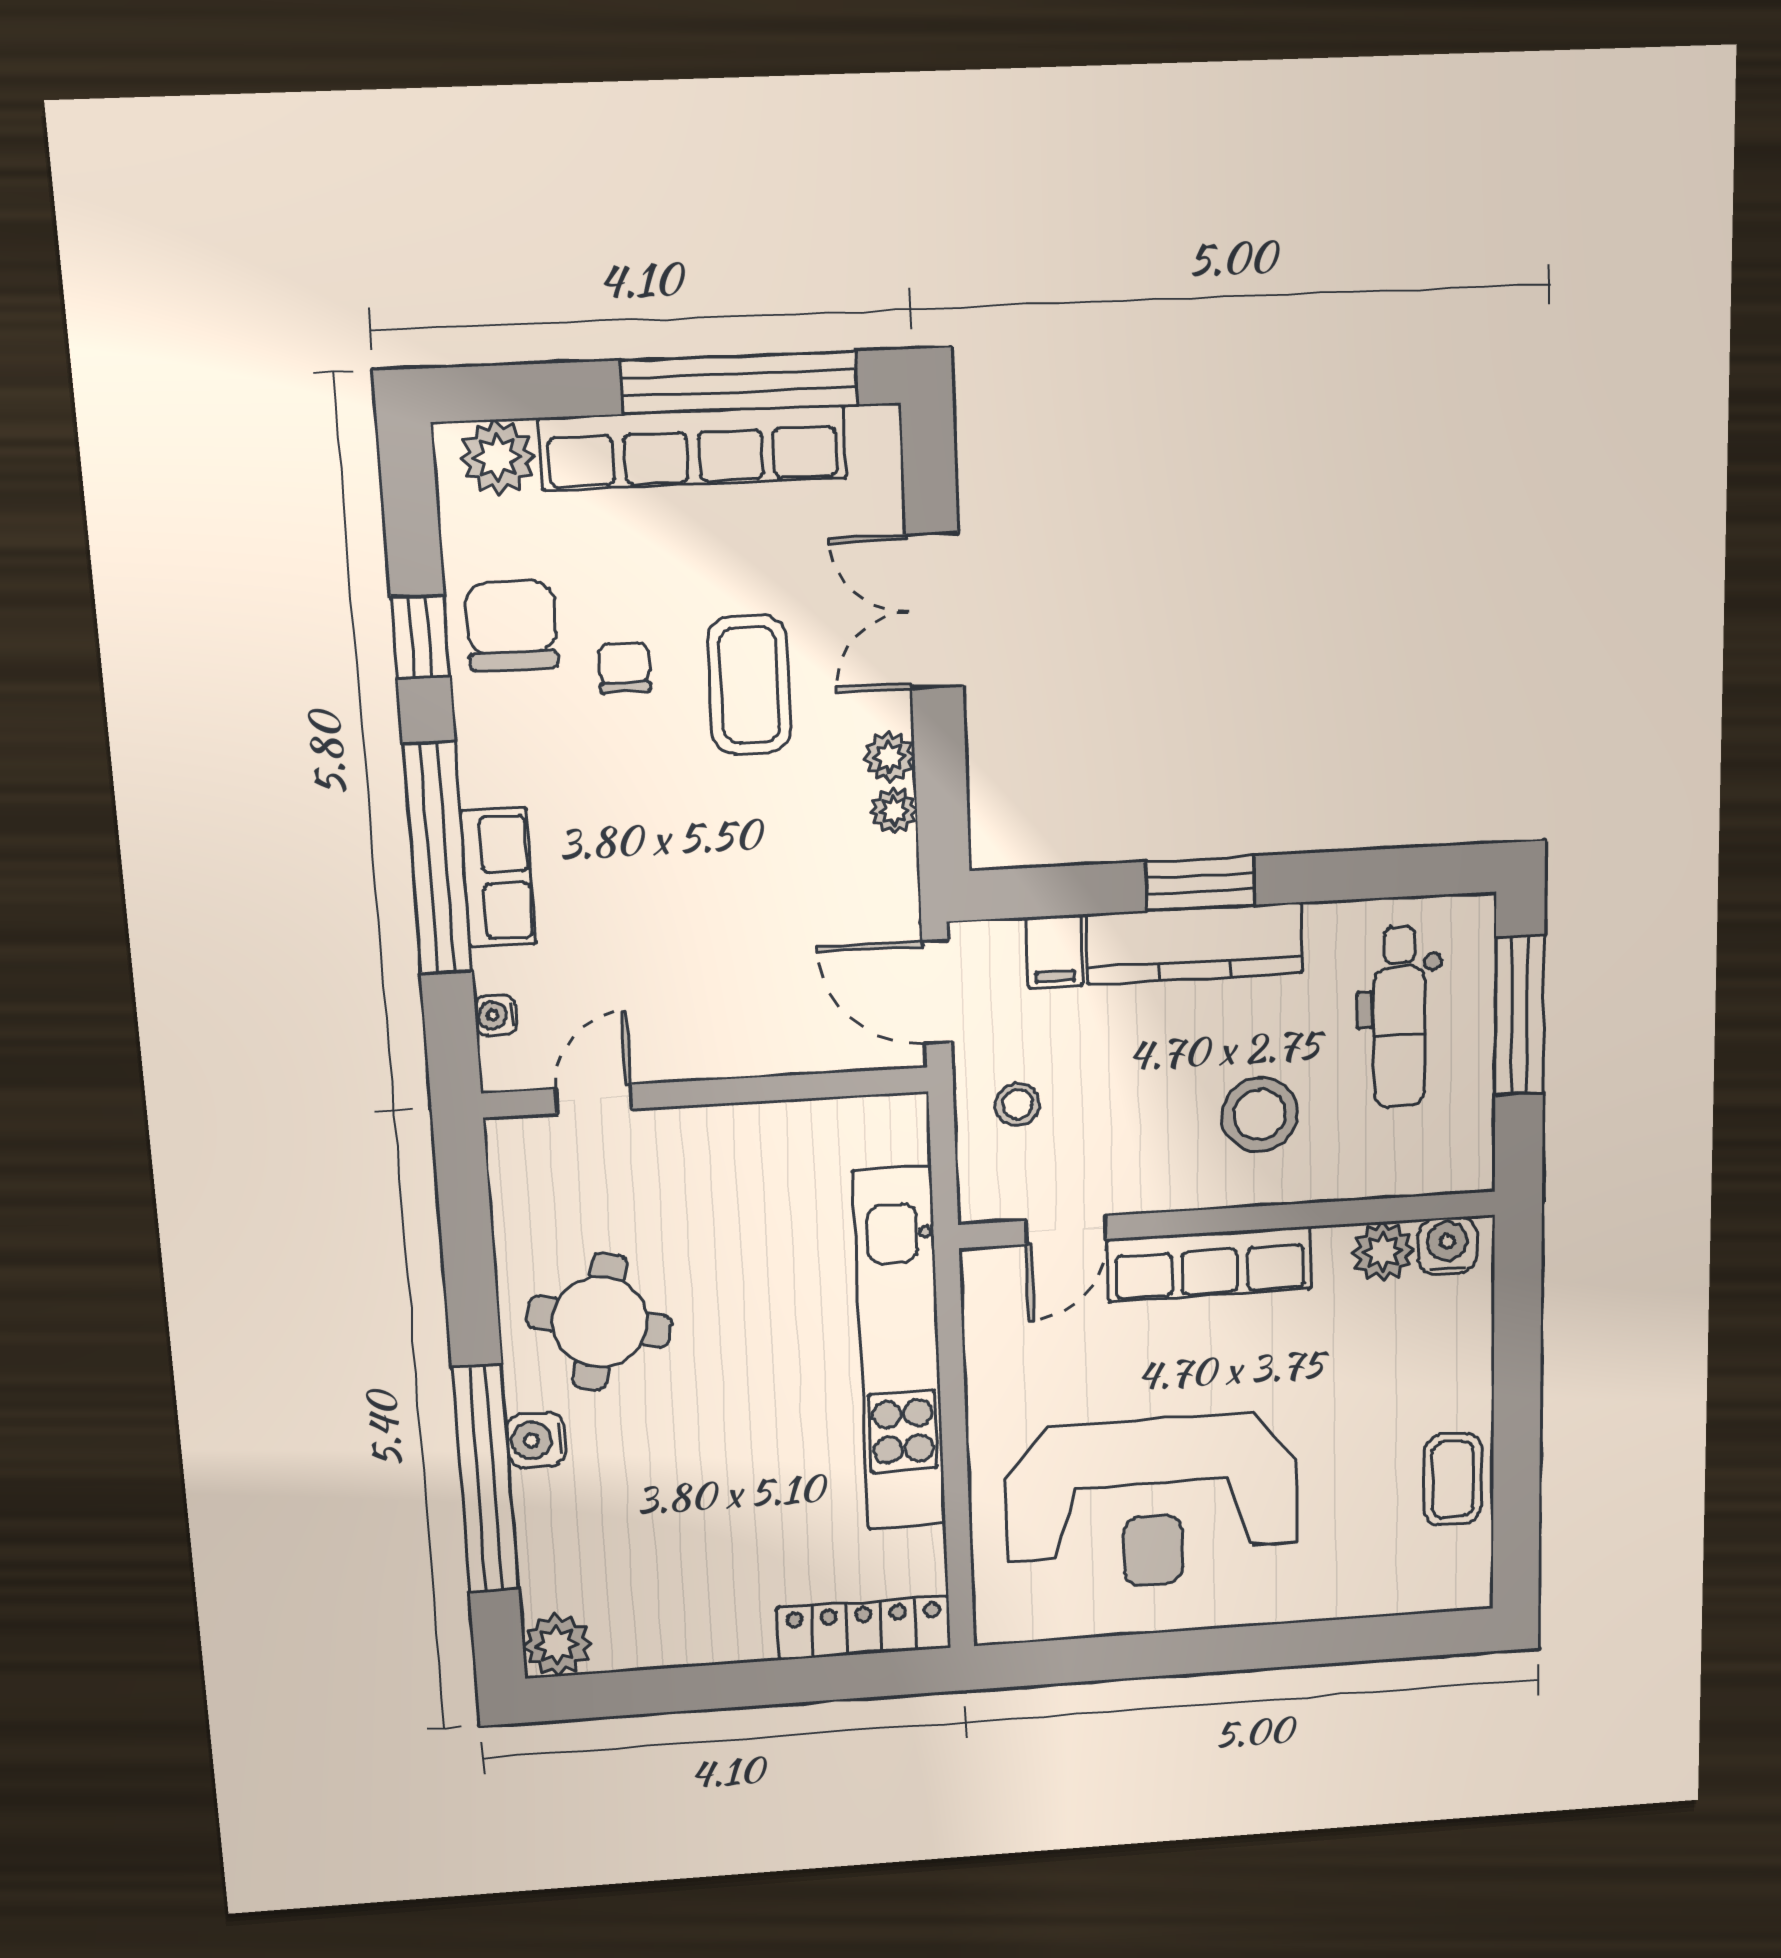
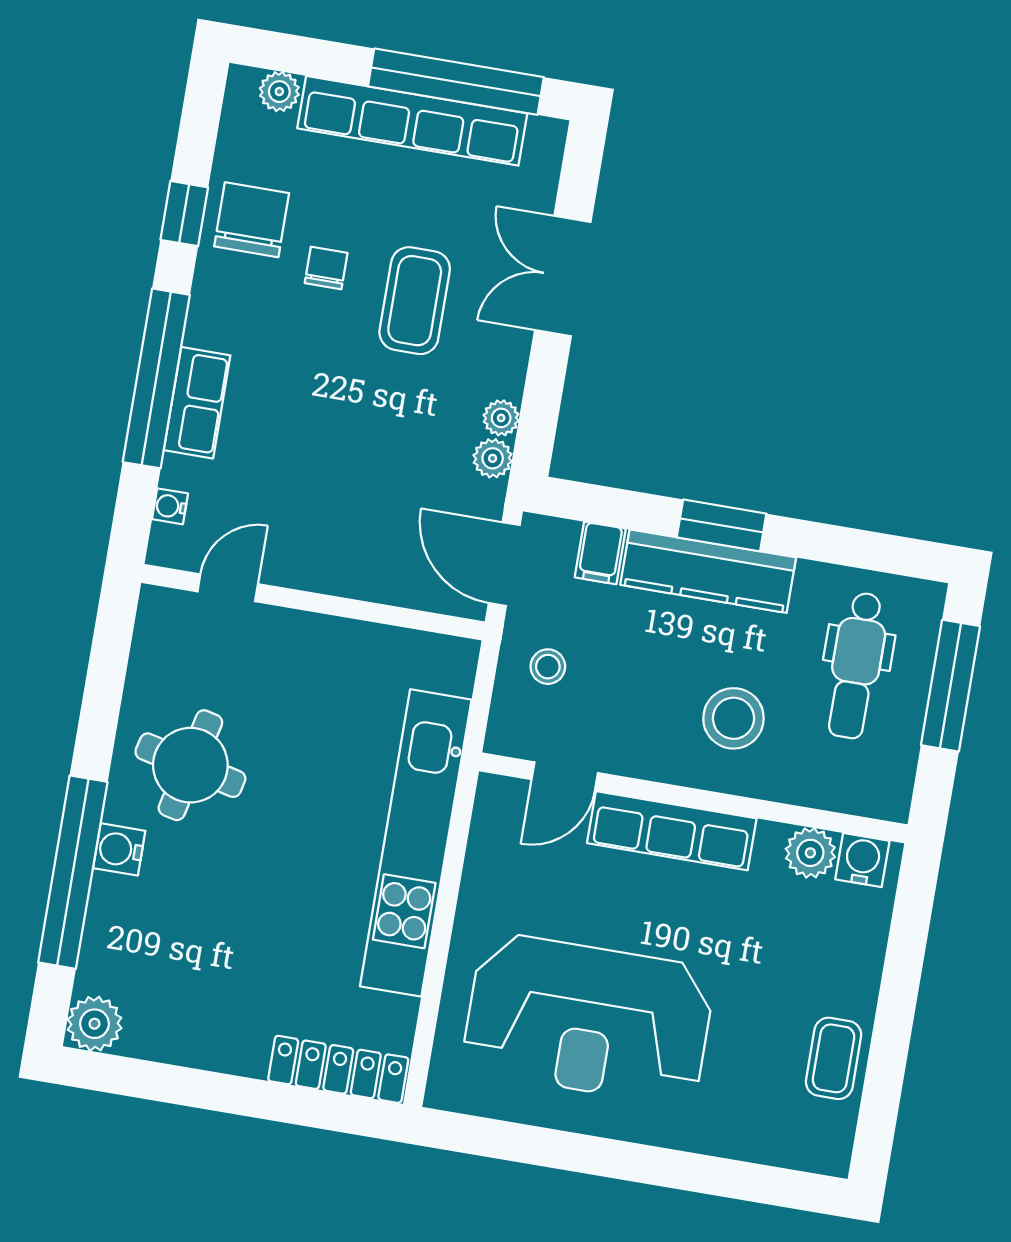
plant: (498, 457) -> (279, 92), width x0.73, depth x0.73
plant: (889, 757) -> (493, 458), moved

